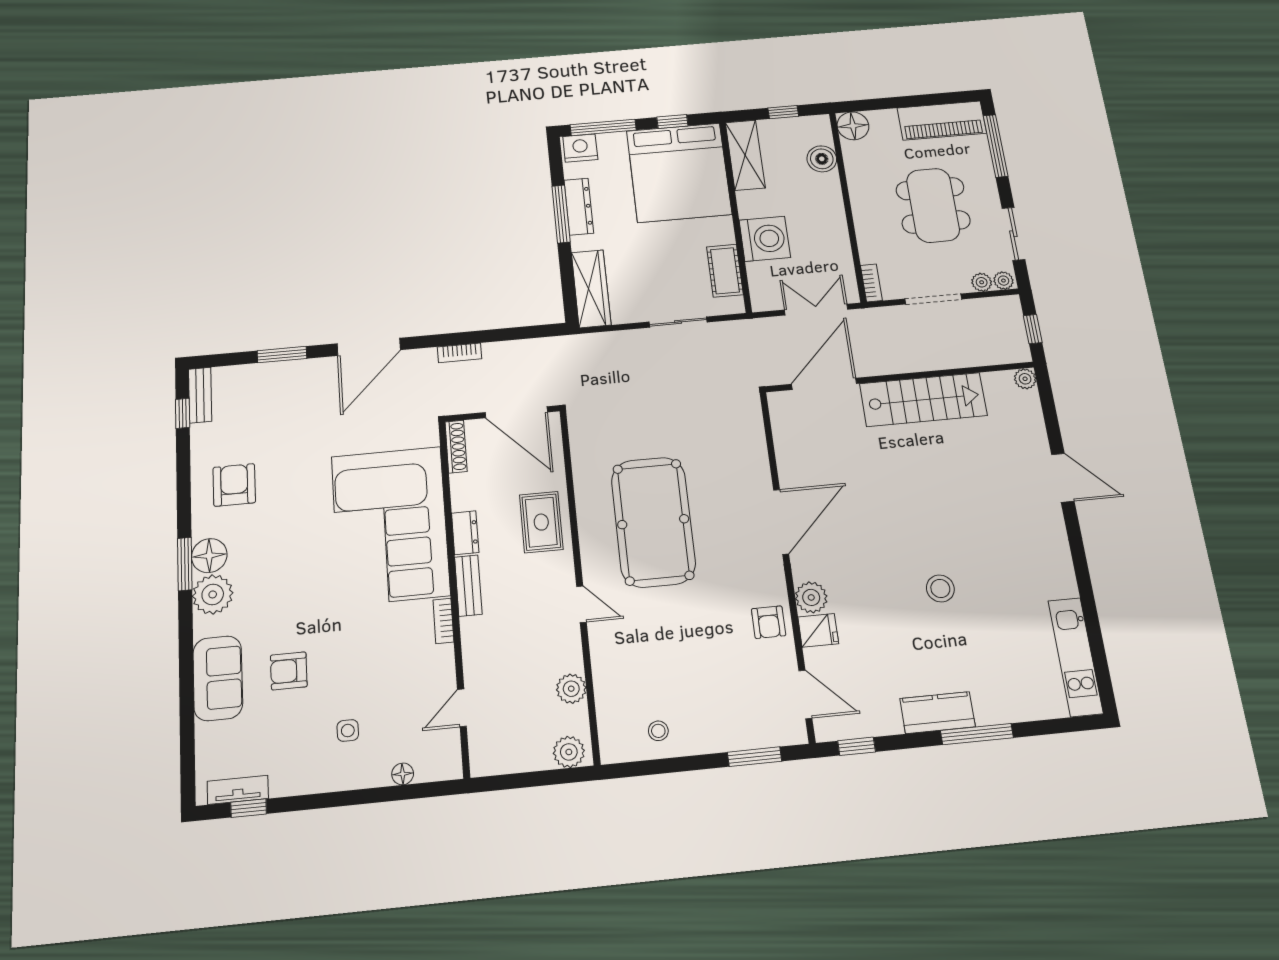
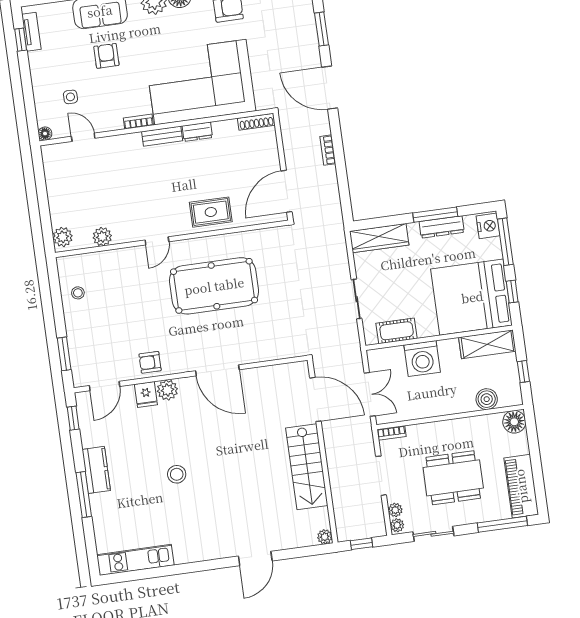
shoe rack: (456, 447) -> (256, 122), moved
corner sofa: (390, 525) -> (200, 82), moved
dresser: (465, 533) -> (197, 132), moved
bench: (468, 586) -> (162, 136), moved
wall: (454, 594) -> (156, 127), moved
bookcase: (443, 621) -> (138, 122), moved
door: (462, 708) -> (83, 137), moved

